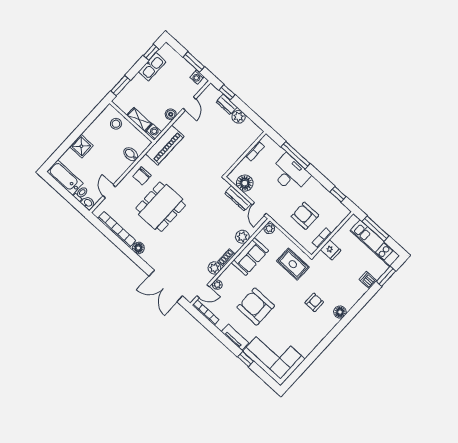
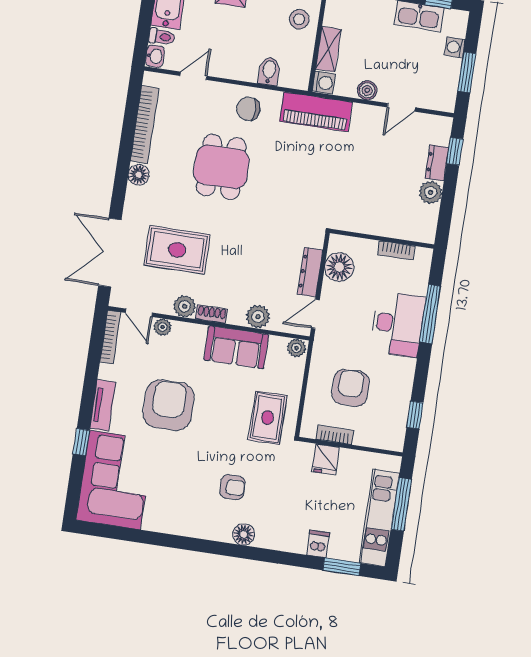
washing machine: (197, 77) -> (455, 47), moved
dining table: (161, 207) -> (221, 167), width x0.73
rug: (186, 254) -> (177, 250), added

